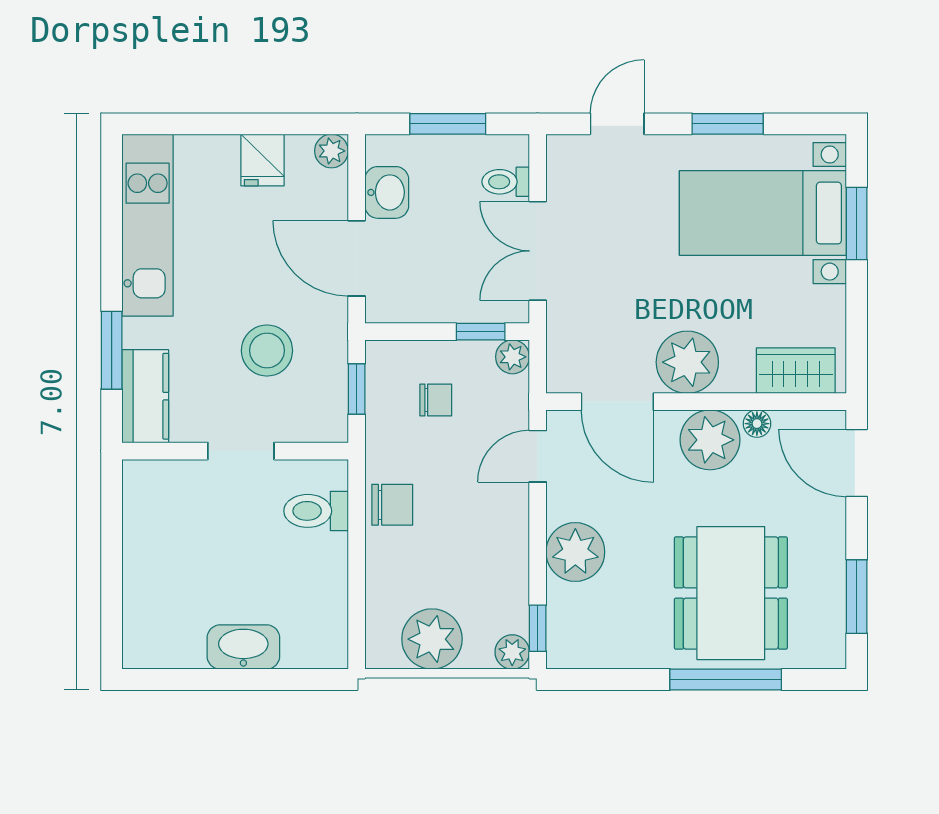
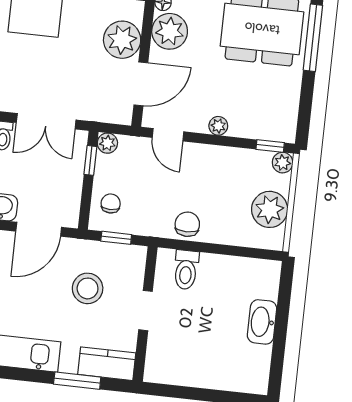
chair: (436, 400) -> (111, 203), moved
plant: (575, 552) -> (218, 126), width x0.53, depth x0.53

